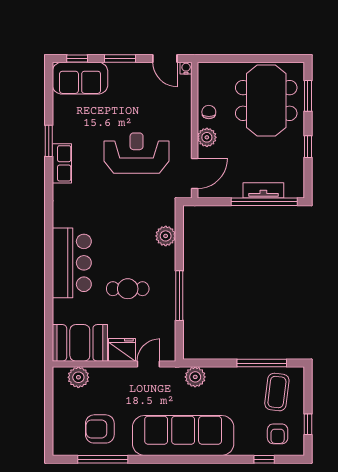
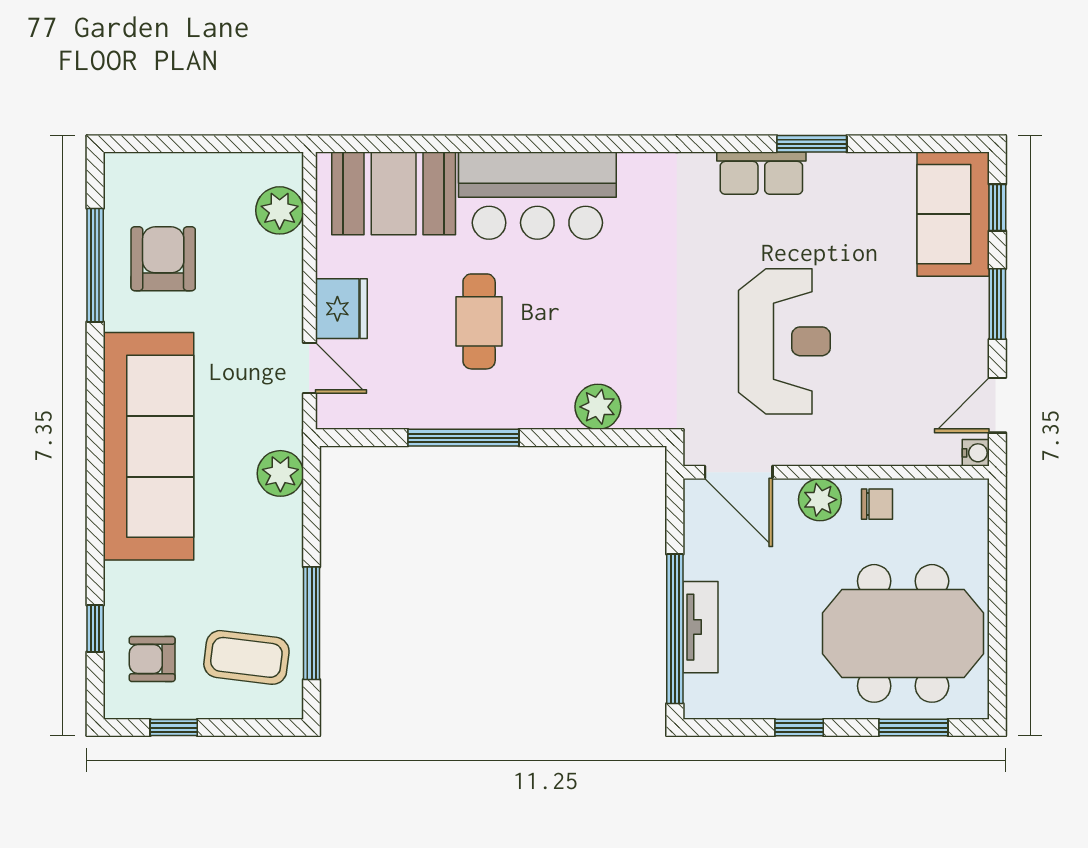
booth: (80, 343) -> (394, 193), moved, turned 90

